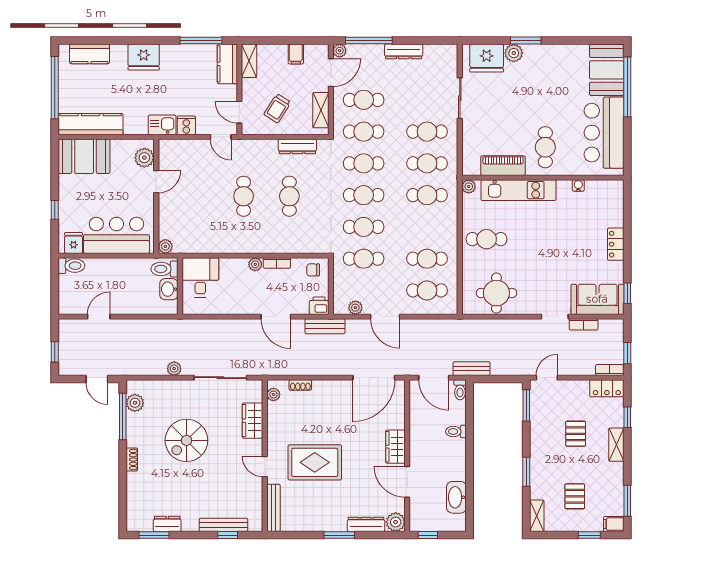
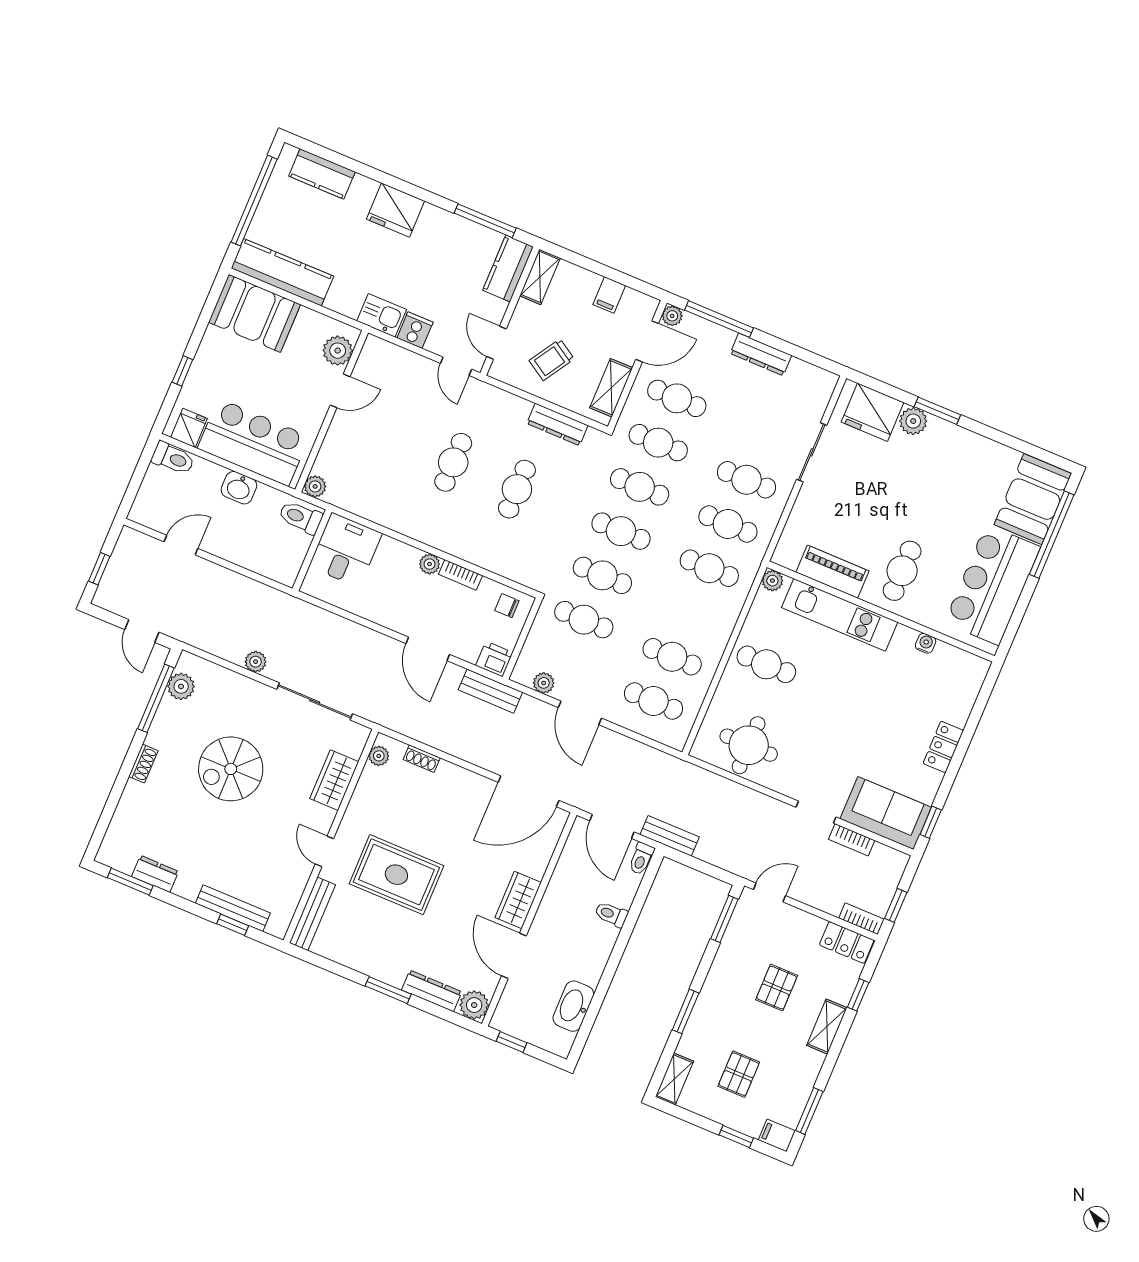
washbasin: (169, 289) -> (239, 488), moved, turned -90

